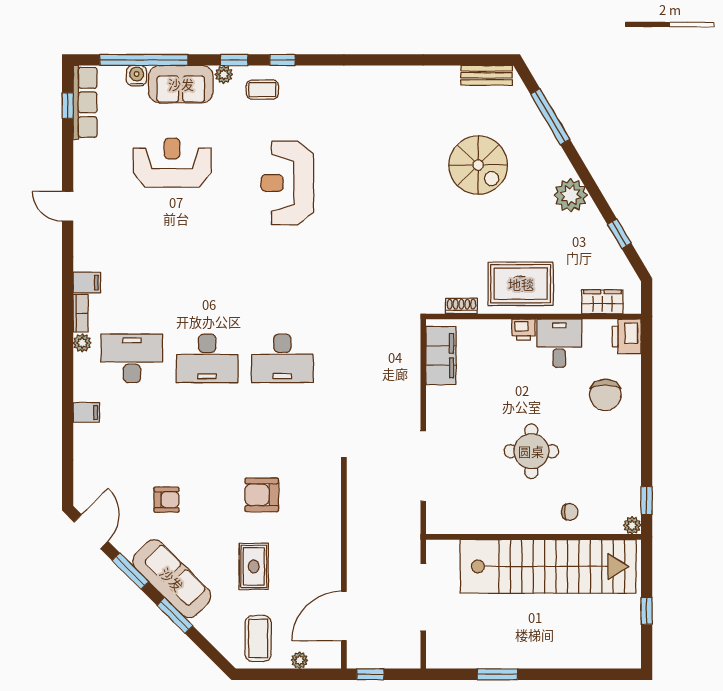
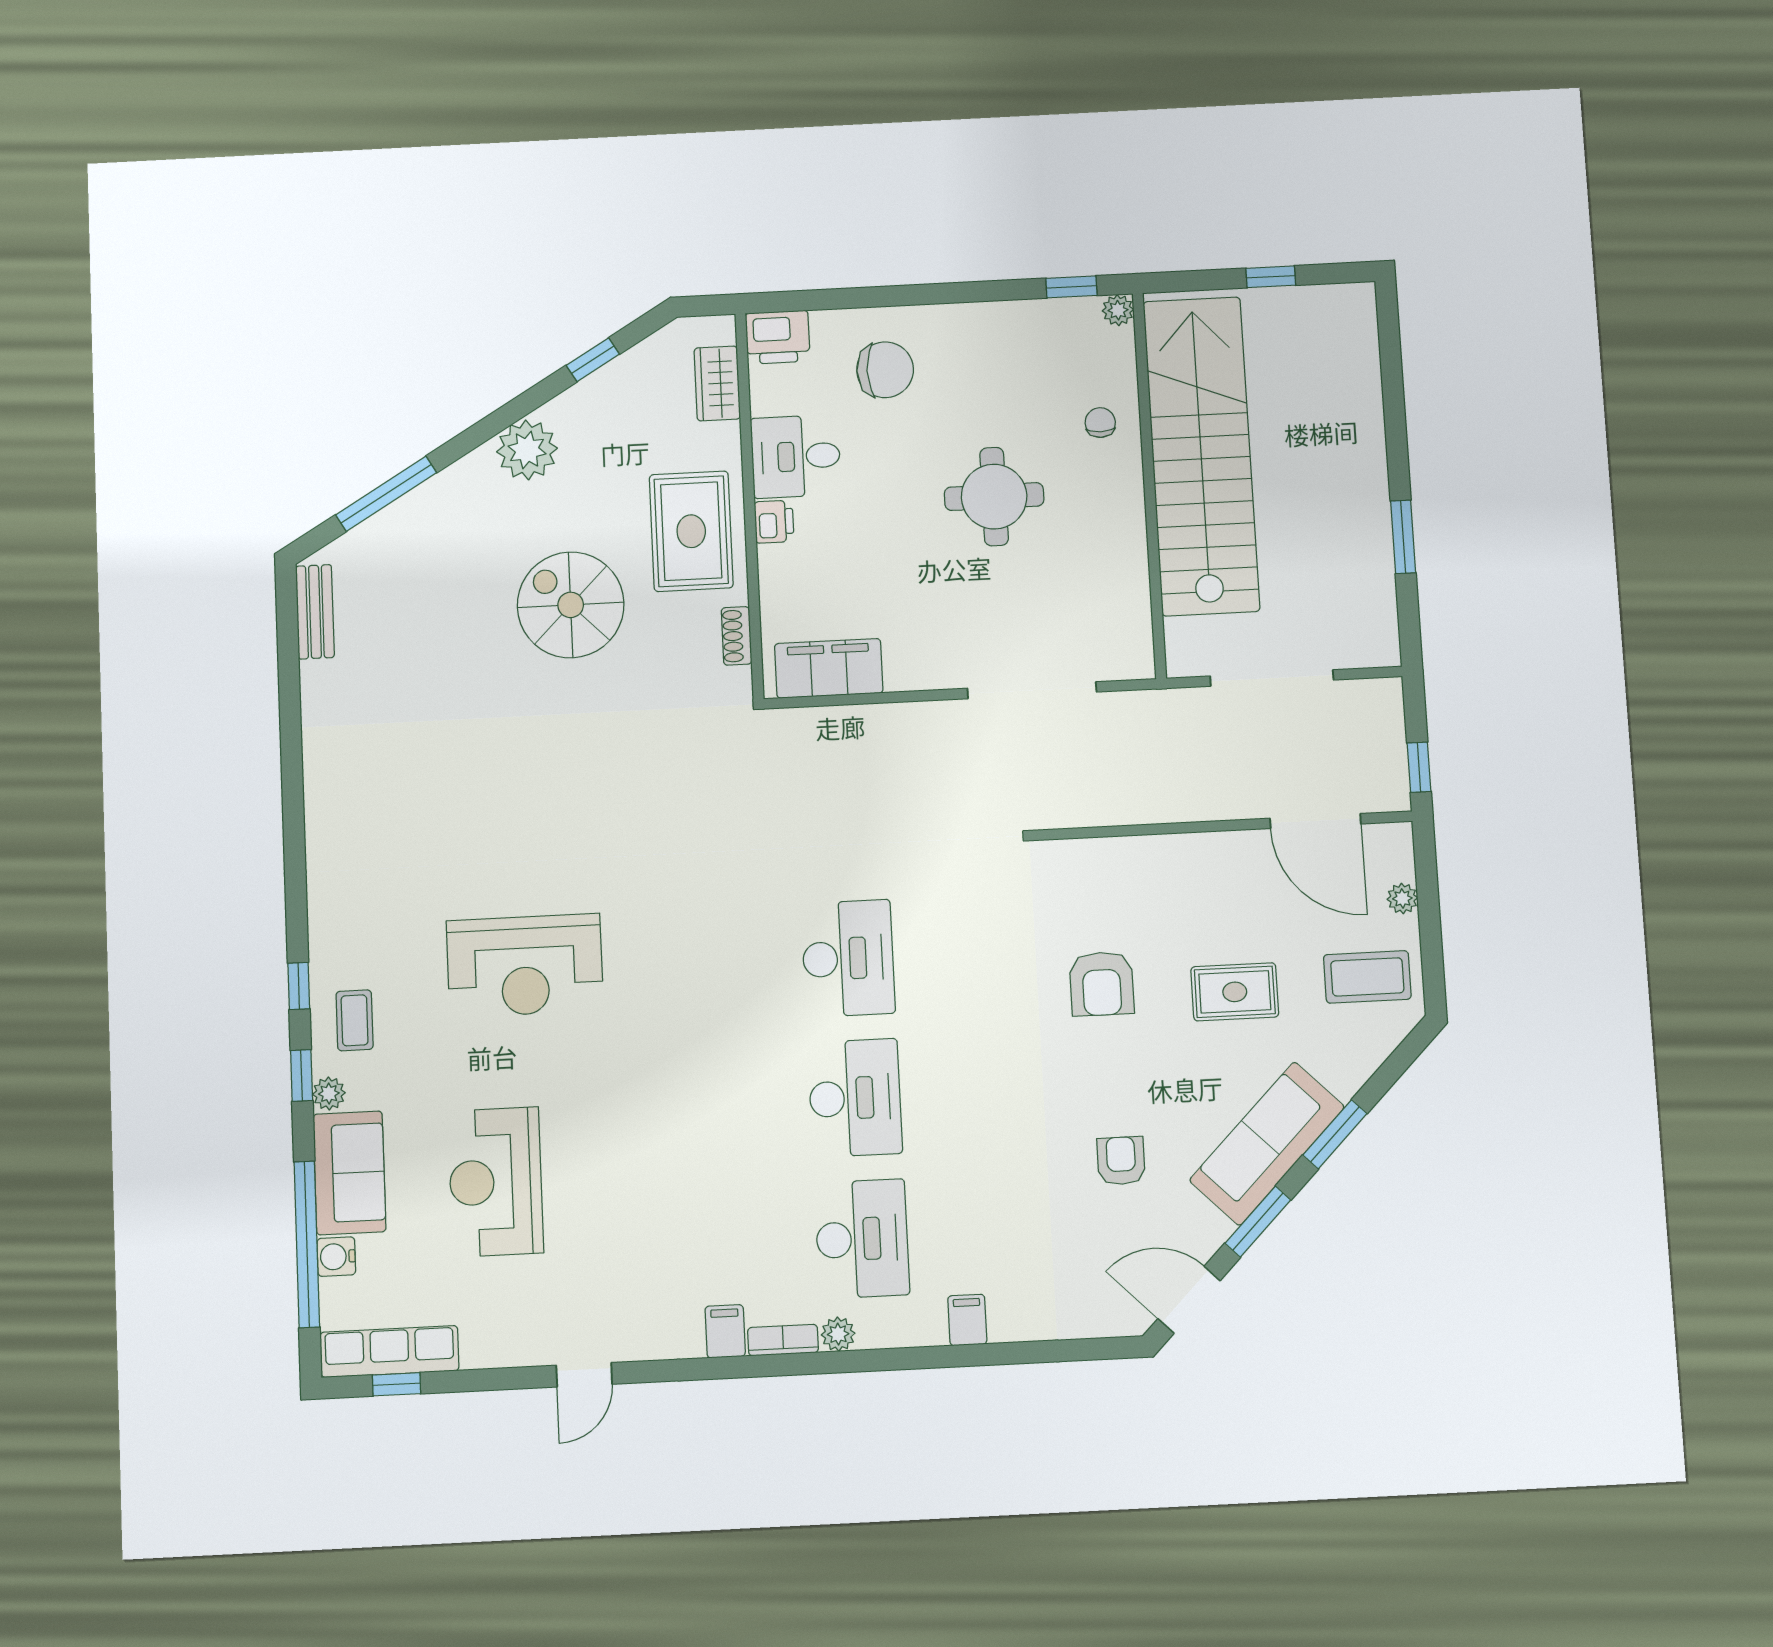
spiral stairs: (478, 165) -> (571, 605), moved, turned -90
desk: (132, 358) -> (862, 1239), turned 180

